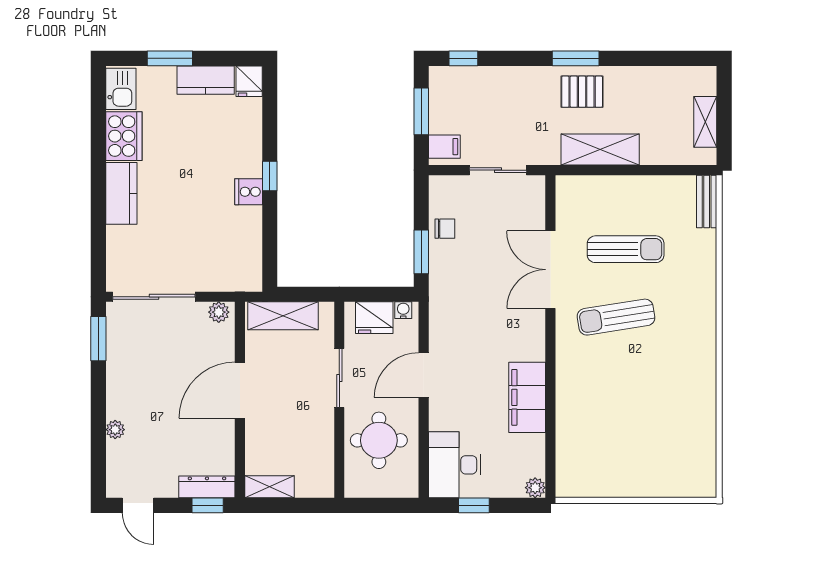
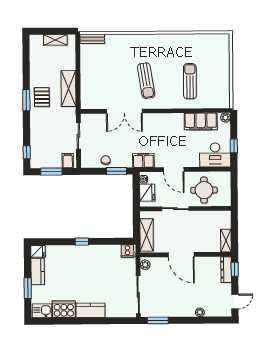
cooker: (249, 192) -> (127, 251), moved
sun lounger: (626, 249) -> (190, 81), moved
filing cabinet: (444, 310) -> (143, 160), added
filing cabinet: (527, 397) -> (201, 121), moved

